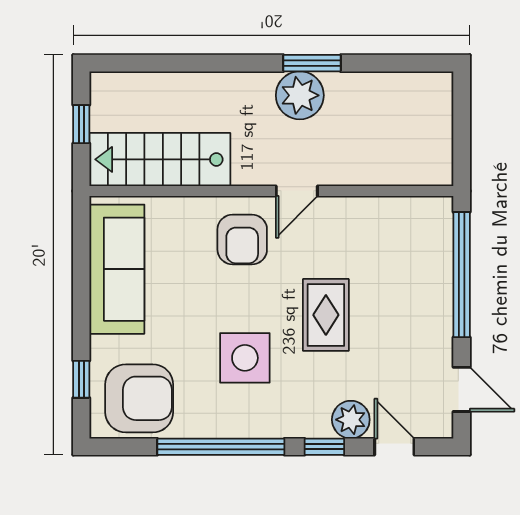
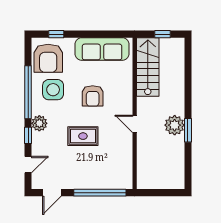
armchair: (242, 239) -> (93, 96), moved, turned -90
side table: (245, 358) -> (53, 90), moved
plant: (351, 420) -> (39, 123), moved

